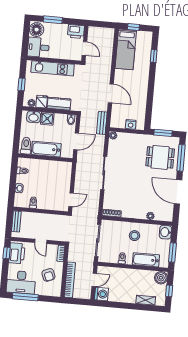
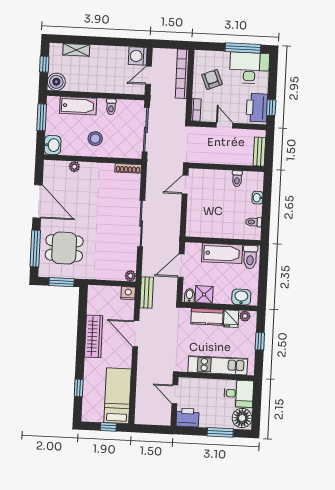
wardrobe: (141, 93) -> (94, 336), added
shower: (47, 119) -> (204, 294), moved
nightstand: (131, 124) -> (128, 293), moved

